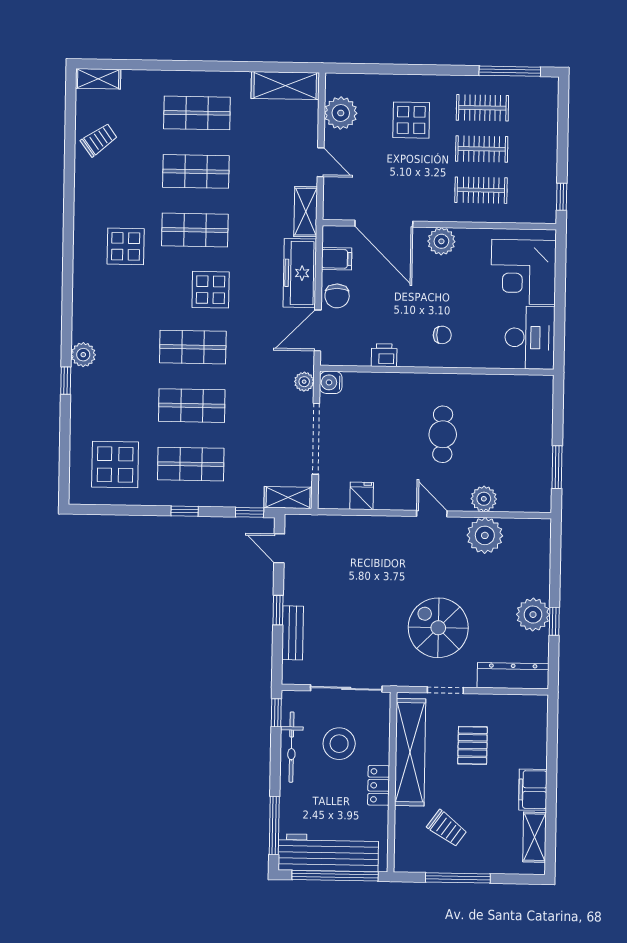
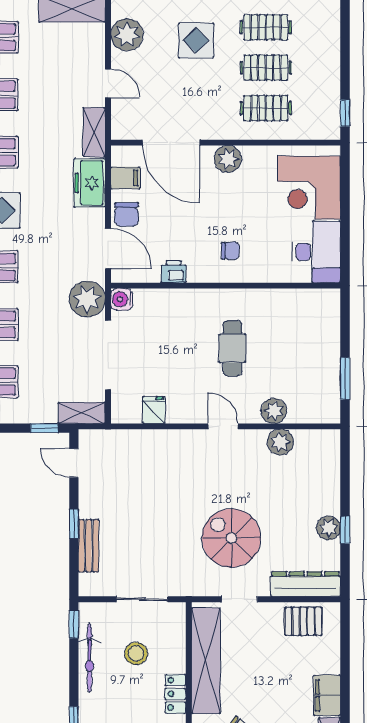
freezer: (300, 273) -> (90, 183), width x0.71
door: (318, 330) -> (108, 249), swing flipped
plant: (304, 382) -> (87, 299), width x1.87, depth x1.87
plant: (485, 535) -> (280, 442), width x0.73, depth x0.73
plant: (533, 615) -> (328, 528), width x0.73, depth x0.73
sliding door: (346, 688) -> (142, 599), width x0.73
stool: (339, 744) -> (136, 654), width x0.73, depth x0.73
pallet: (473, 745) -> (303, 621), moved, turned 90

